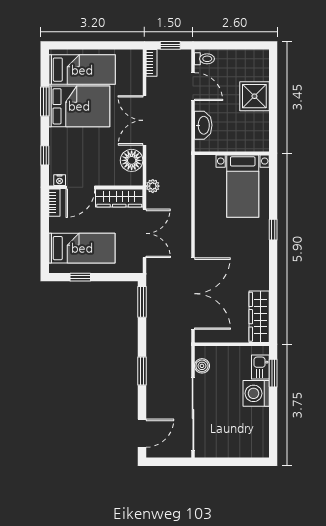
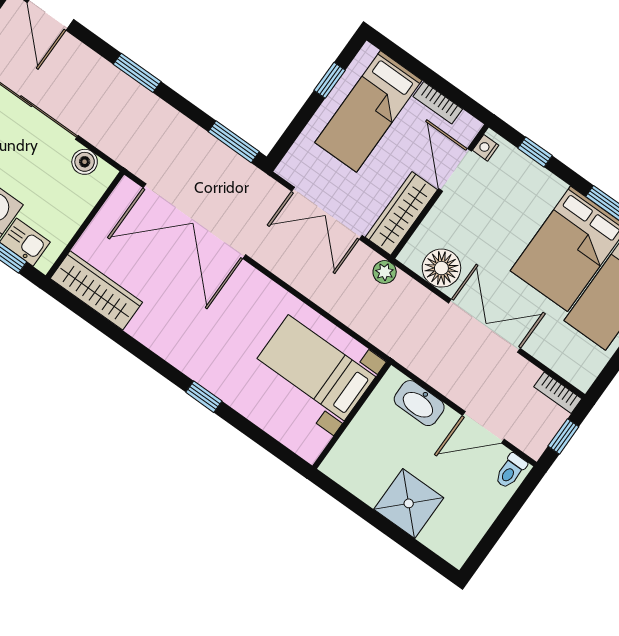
bed with nightstands: (243, 186) -> (316, 368), moved
bookcase: (54, 203) -> (438, 103), moved

